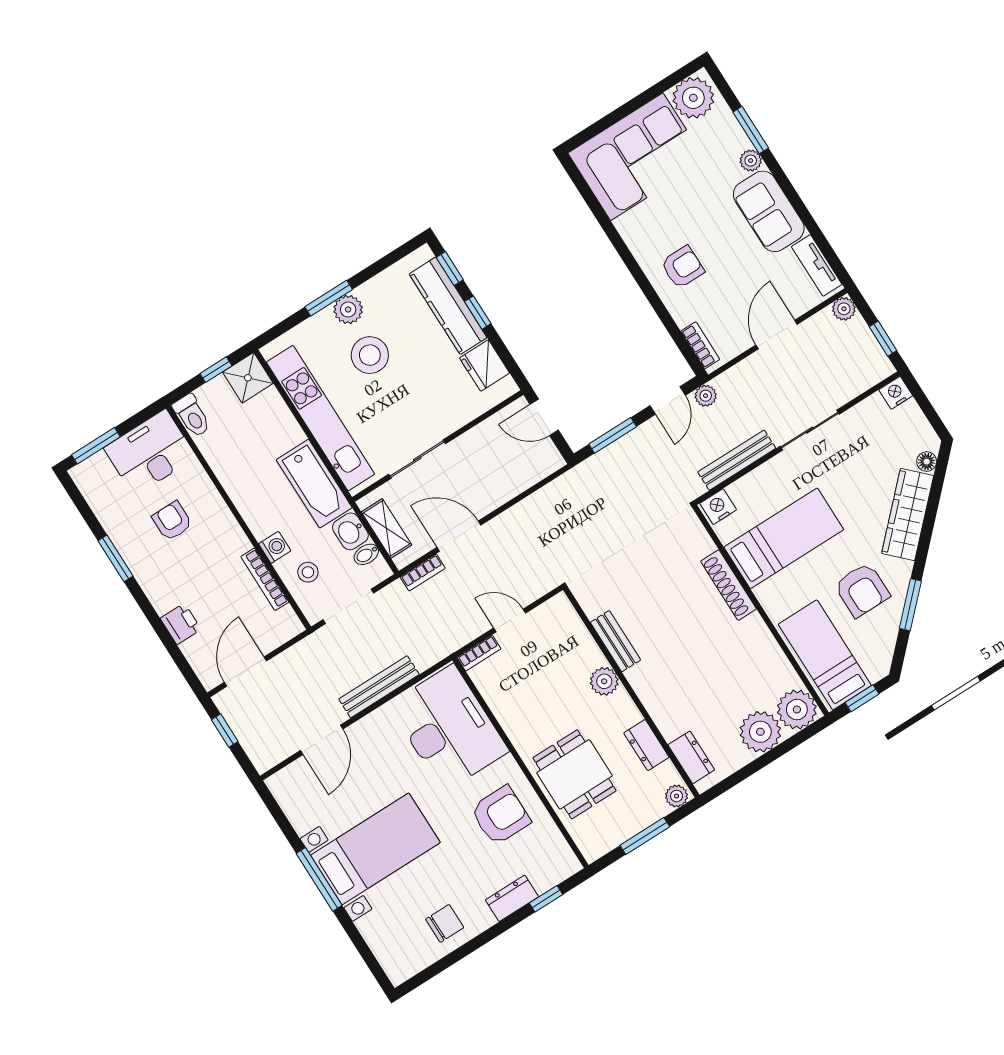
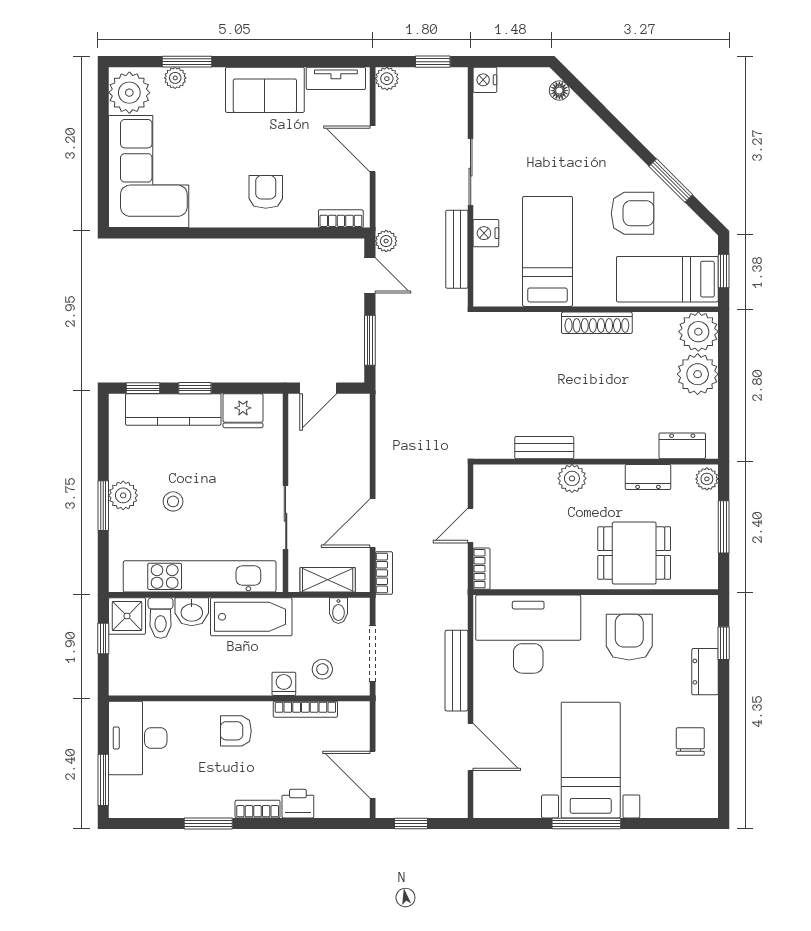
plant: (751, 161) -> (175, 78), moved
stool: (370, 355) -> (173, 501), width x0.53, depth x0.53
toilet: (192, 416) -> (161, 618), moved, turned 90
nightstand: (718, 507) -> (486, 233), moved
wardrobe: (908, 515) -> (594, 135), removed
armchair: (172, 521) -> (236, 731), moved
washbasin: (350, 531) -> (192, 612), moved
shoe rack: (728, 585) -> (597, 323), moved
bookcase: (154, 593) -> (258, 809), added

